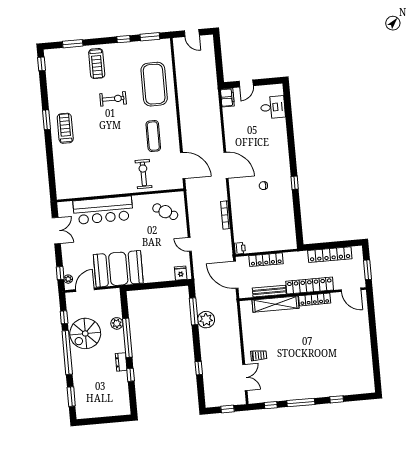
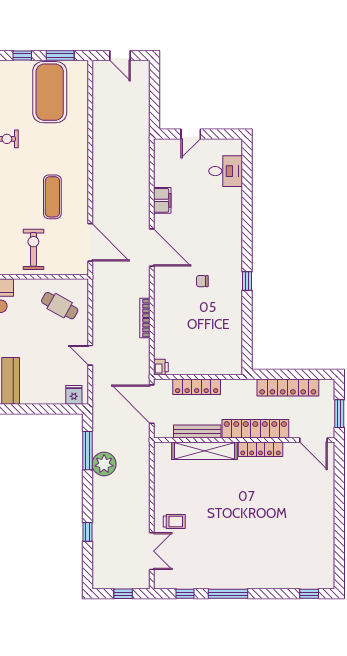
exercise mat: (154, 84) -> (50, 92), moved
filing cabinet: (227, 98) -> (162, 200), moved
window: (337, 399) -> (309, 594), moved

